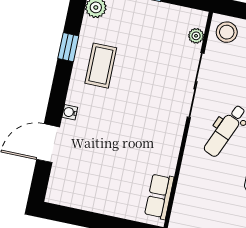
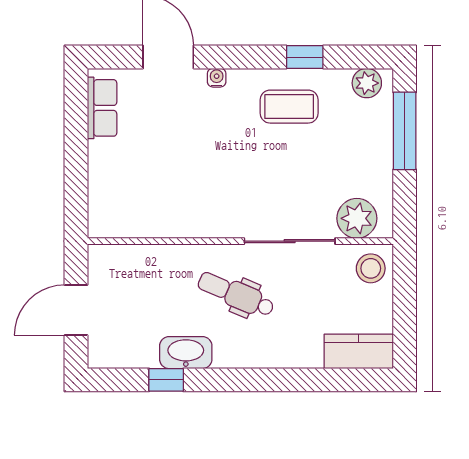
plant: (196, 36) -> (357, 218), width x1.87, depth x1.87
row of seats: (159, 196) -> (102, 108), moved, turned 90

